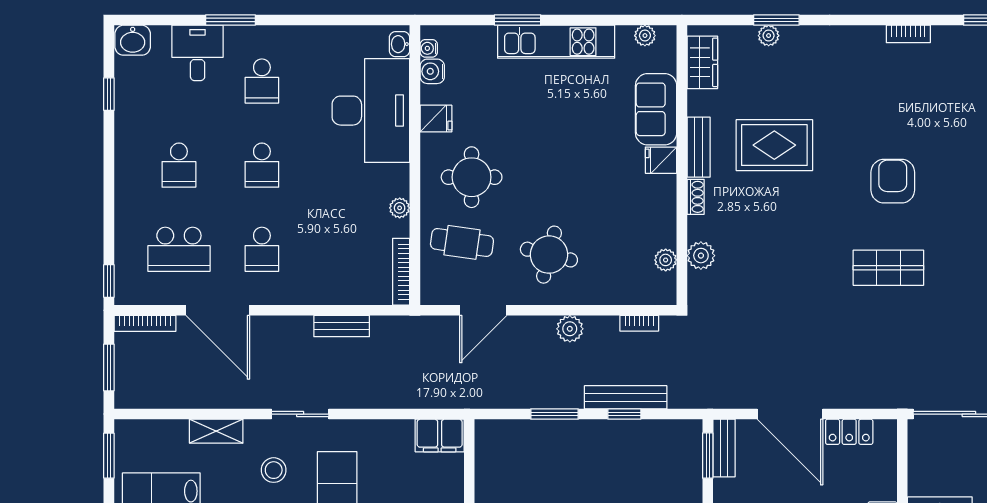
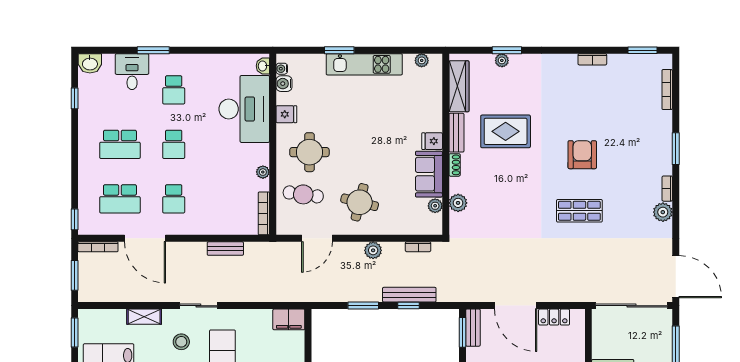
wardrobe: (702, 62) -> (459, 86), width x1.50
sofa: (656, 109) -> (429, 174), moved
school desk: (179, 165) -> (120, 144), width x1.85

